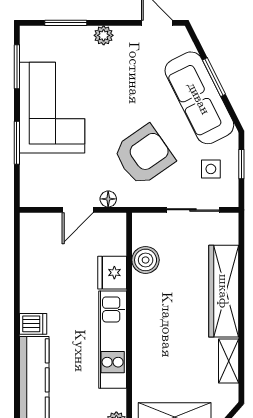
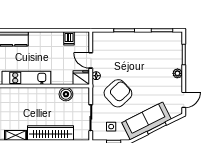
corner sofa: (52, 108) -> (142, 48), removed
armchair: (144, 155) -> (118, 93), turned -98
fridge: (112, 273) -> (81, 78), moved
dishwasher: (33, 324) -> (69, 38), moved

